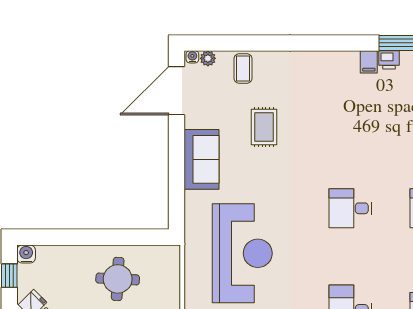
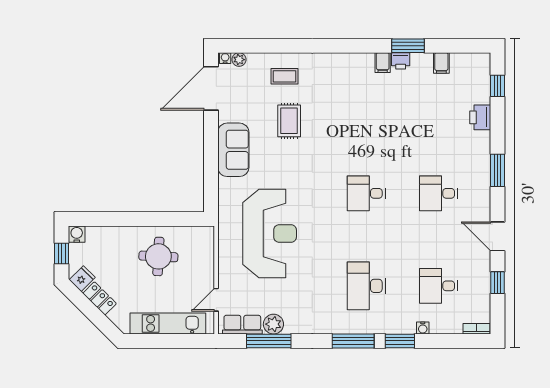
coffee table: (243, 69) -> (284, 76), moved, turned 90

